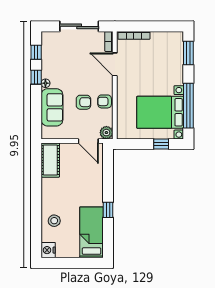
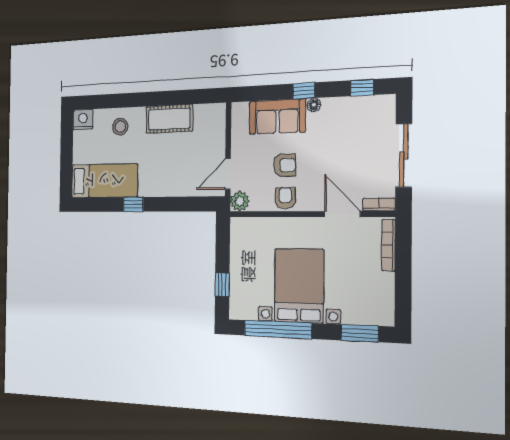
door: (115, 64) -> (342, 214), hinge flipped
window: (36, 77) -> (304, 91), moved
armchair: (83, 102) -> (285, 165), turned -90
bed with nightstands: (160, 112) -> (299, 286), moved
cot: (50, 160) -> (169, 119), moved

